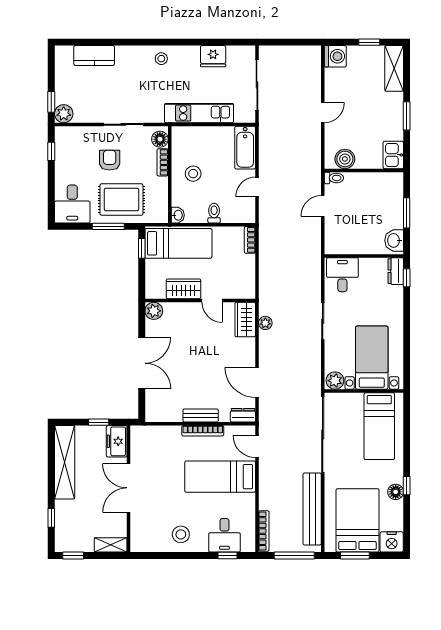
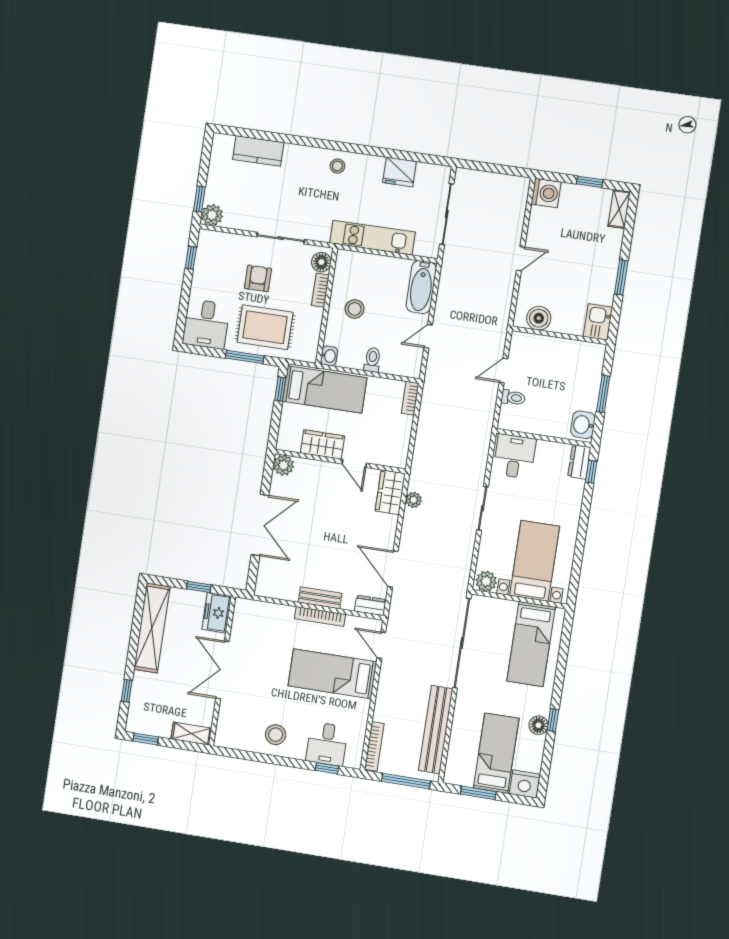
shelving: (394, 68) -> (619, 209), width x0.67, depth x0.75
toilet: (334, 178) -> (513, 398), moved
bed: (357, 520) -> (496, 753), width x0.67

